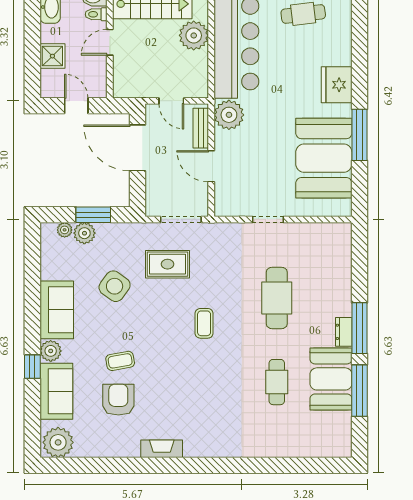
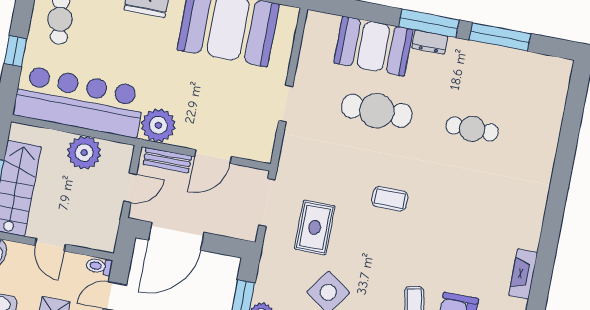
toilet: (96, 14) -> (99, 266), moved, turned 90
plant: (194, 35) -> (84, 153), moved
booth: (331, 379) -> (373, 46), moved

